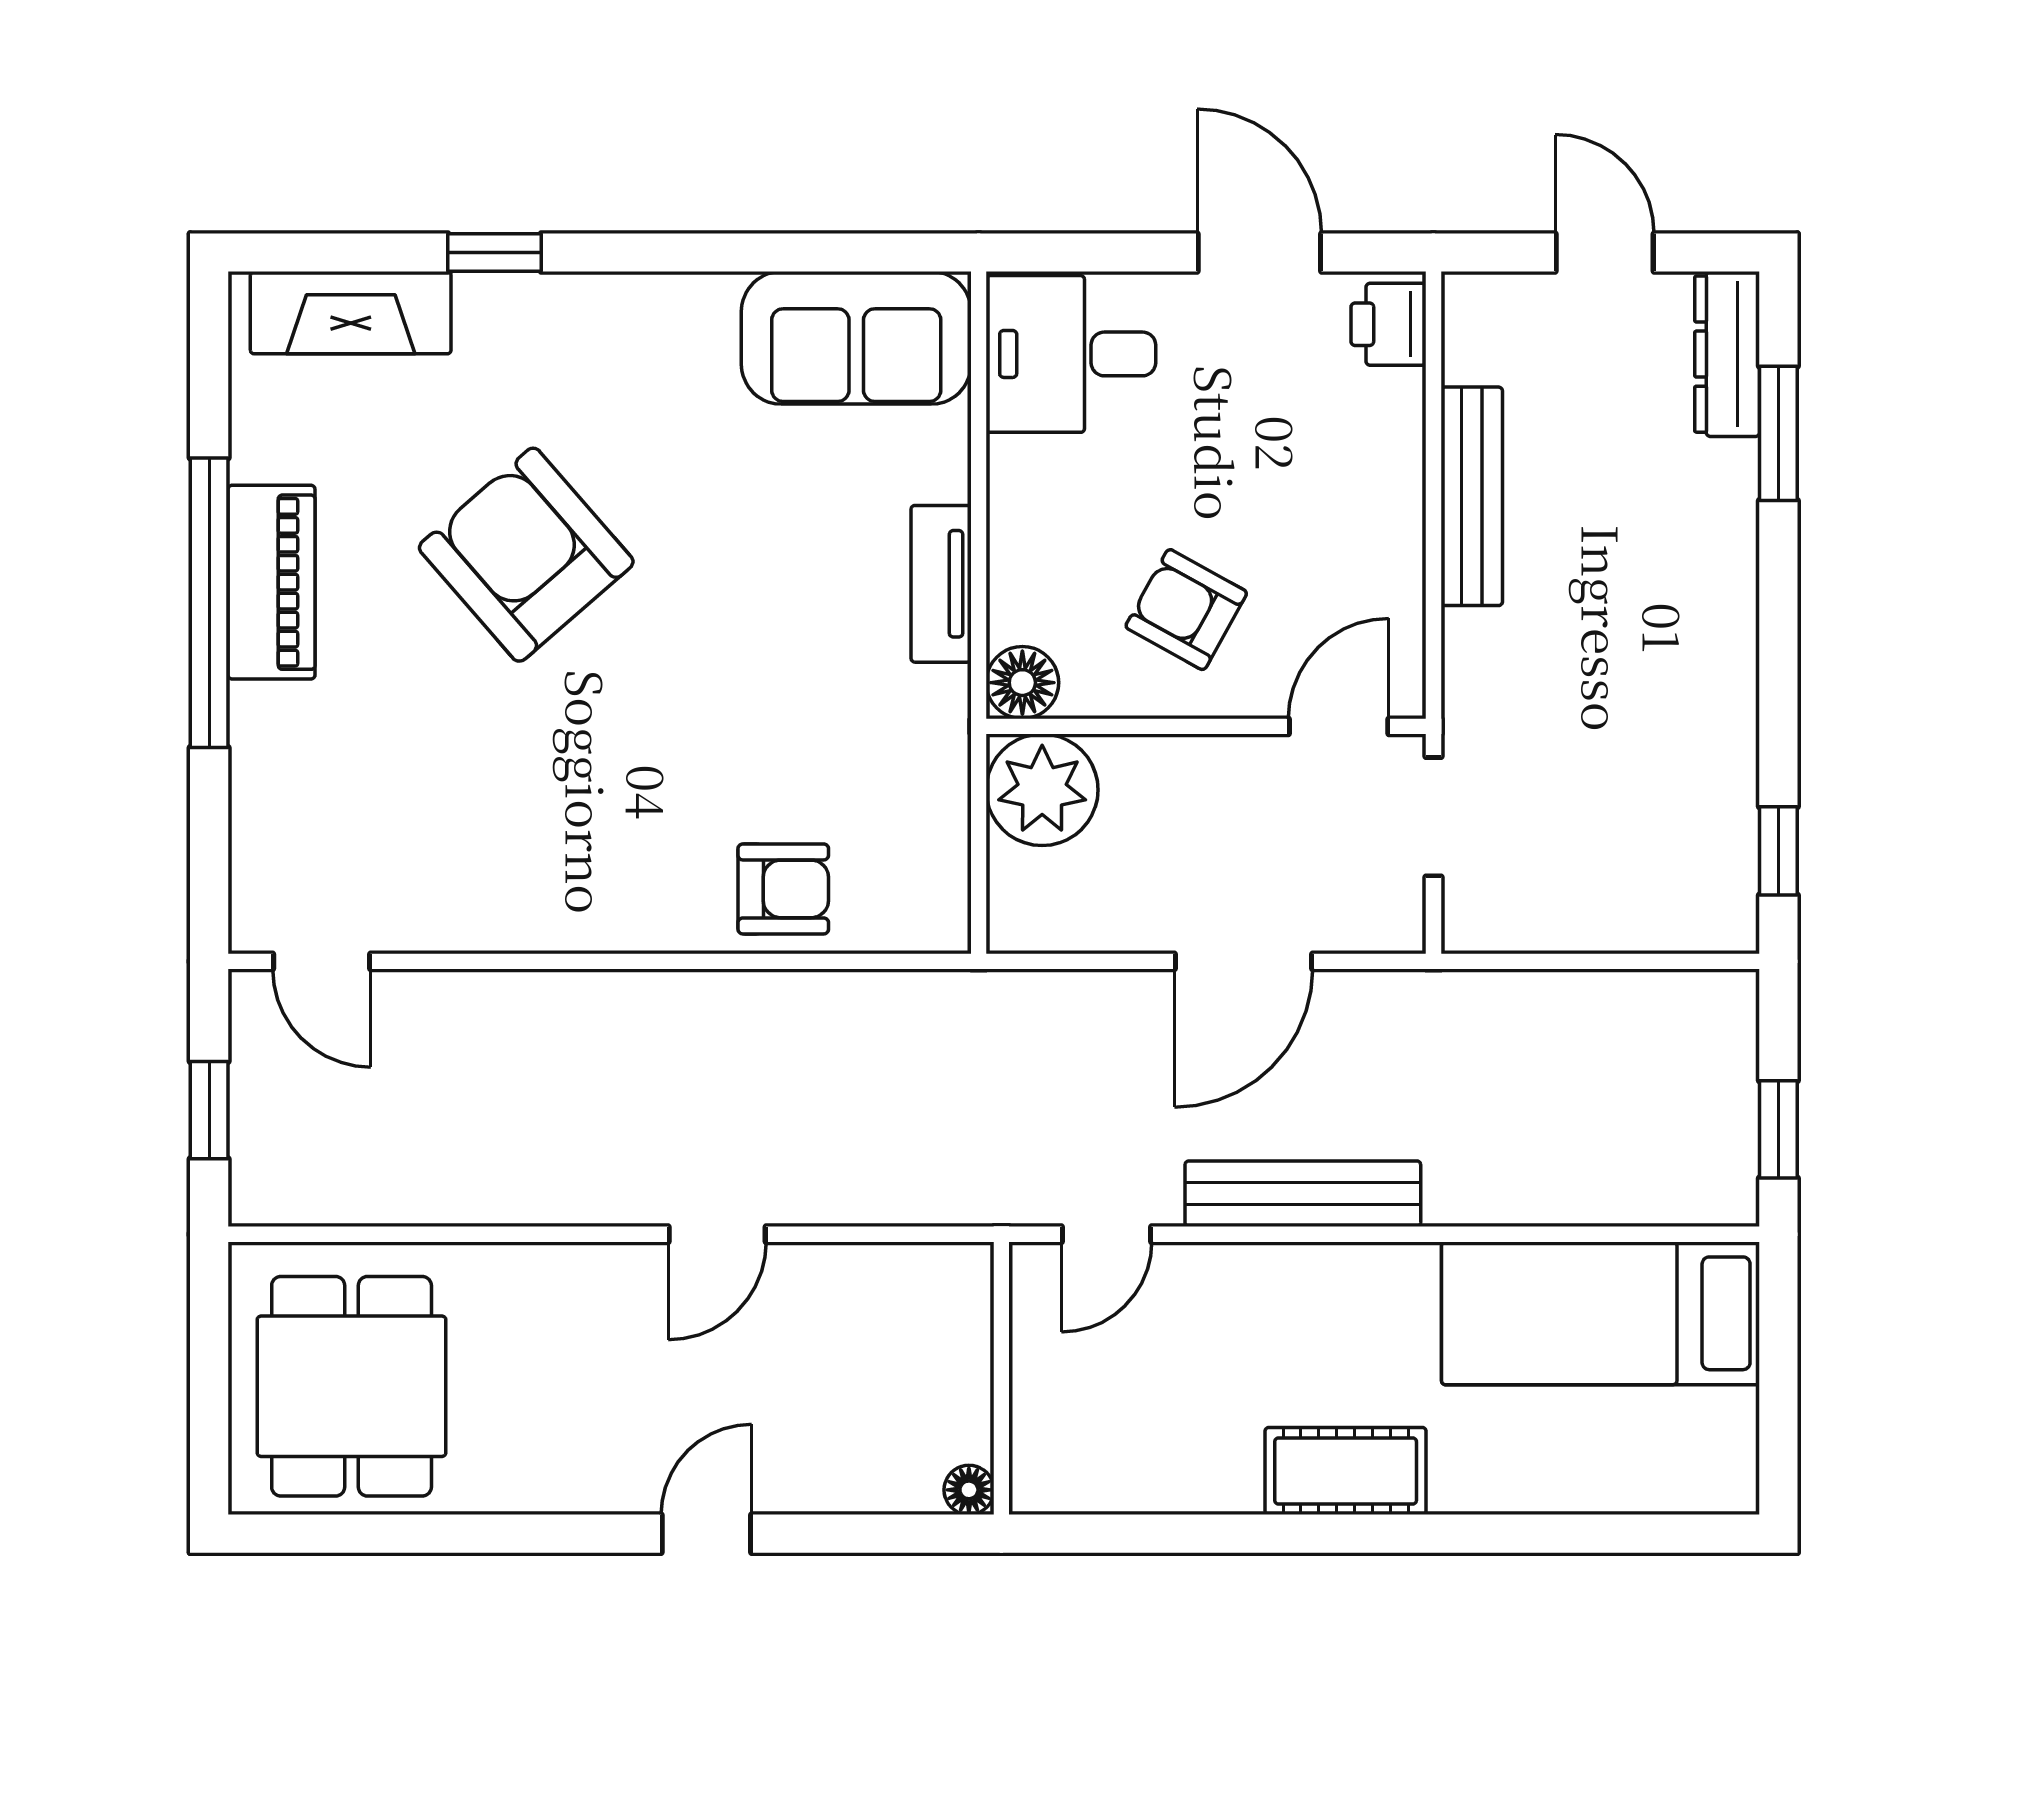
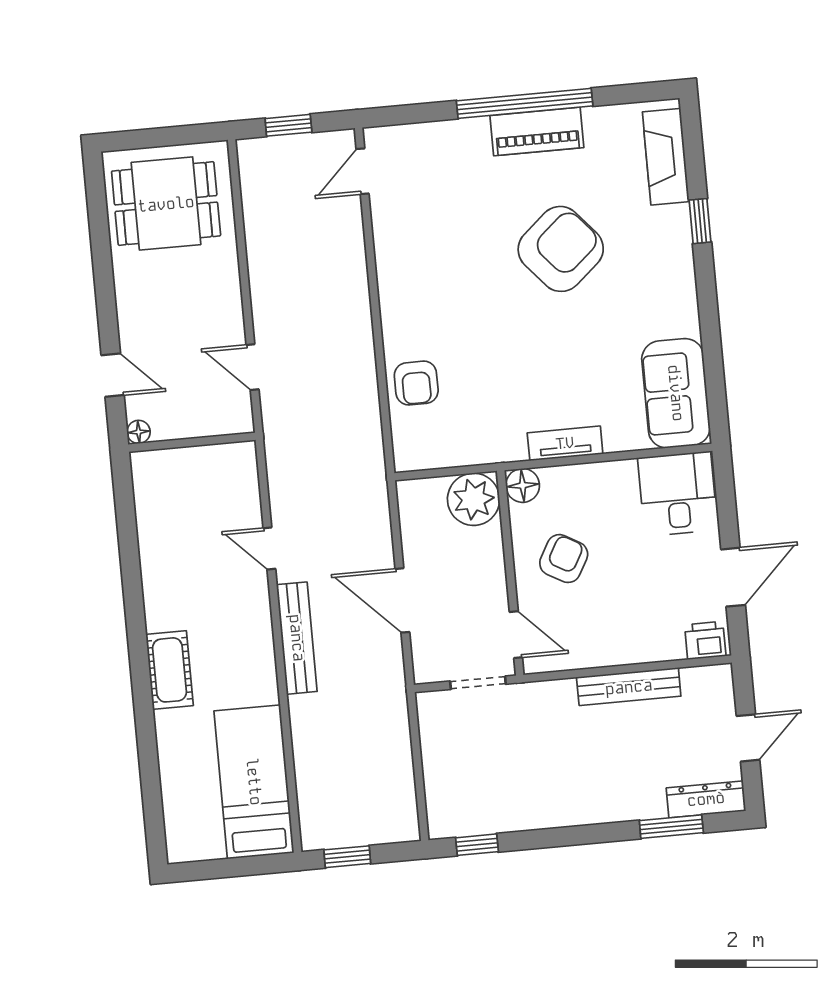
wall: (1001, 1378) -> (192, 442), moved
floor lamp: (969, 1490) -> (139, 432), moved

